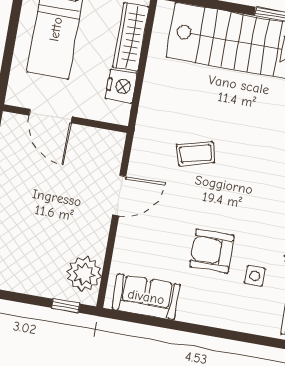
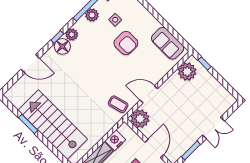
plant: (106, 147) -> (140, 119), added
coffee table: (196, 154) -> (118, 104), moved

